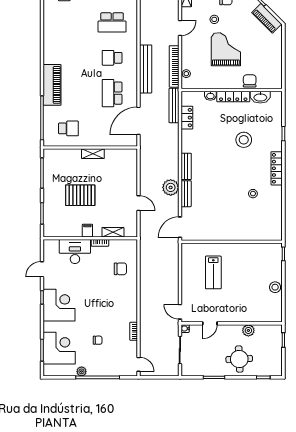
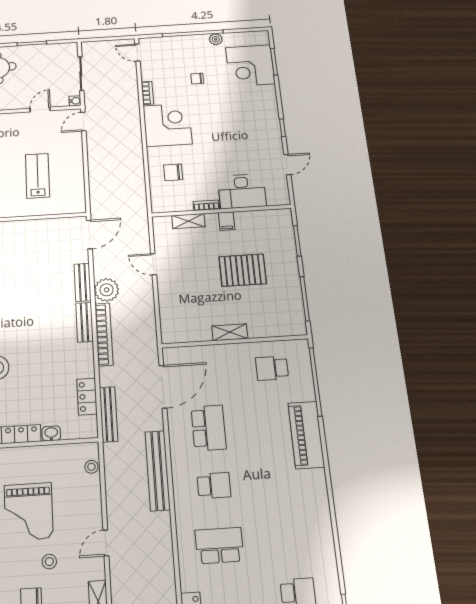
bookcase: (174, 66) -> (104, 334), moved
corner desk: (59, 305) -> (168, 125), moved, turned 180
door: (180, 312) -> (83, 122), swing flipped

